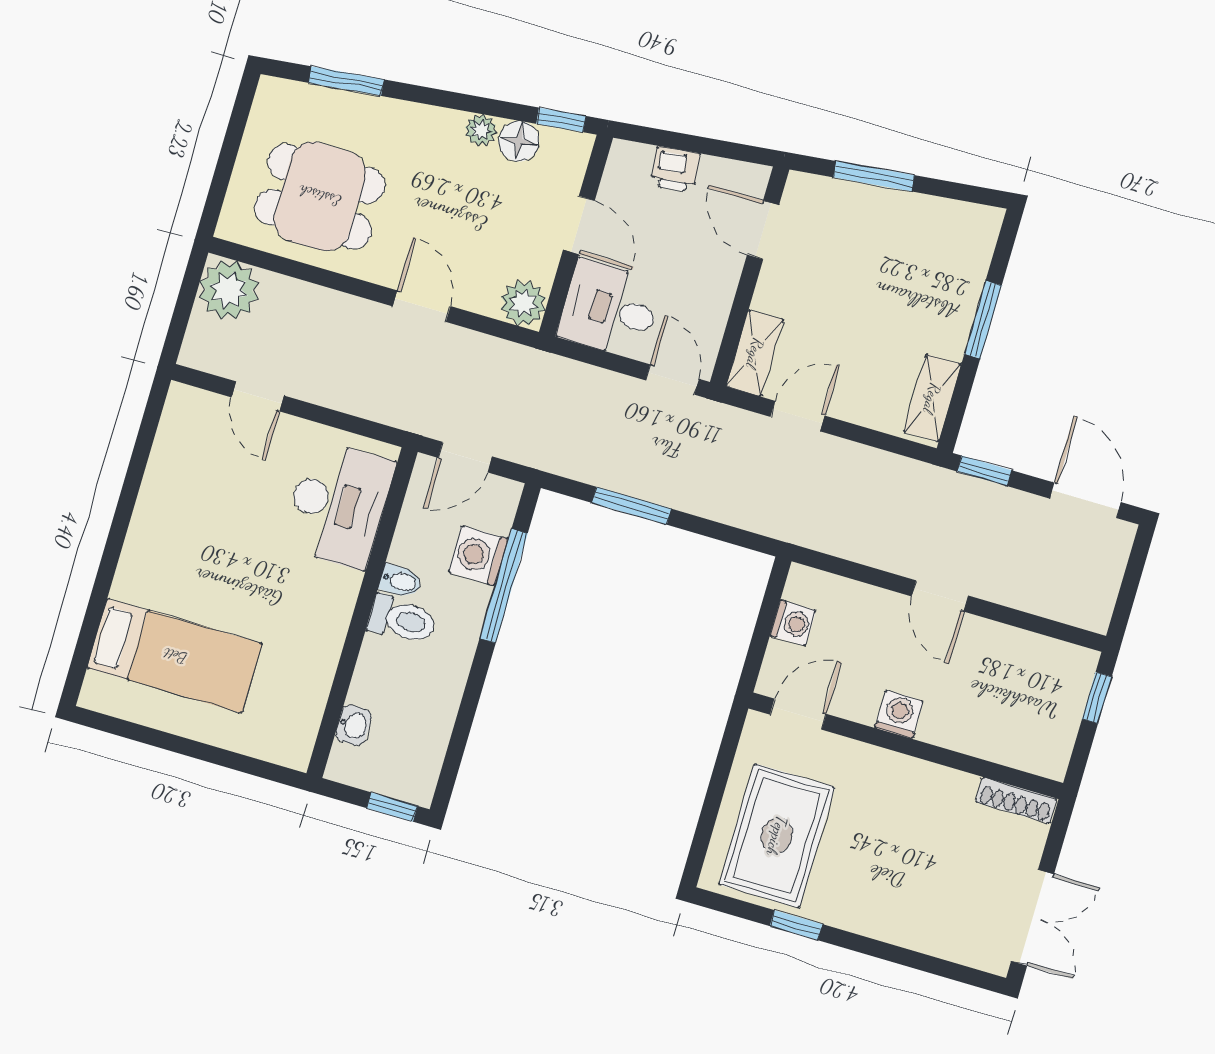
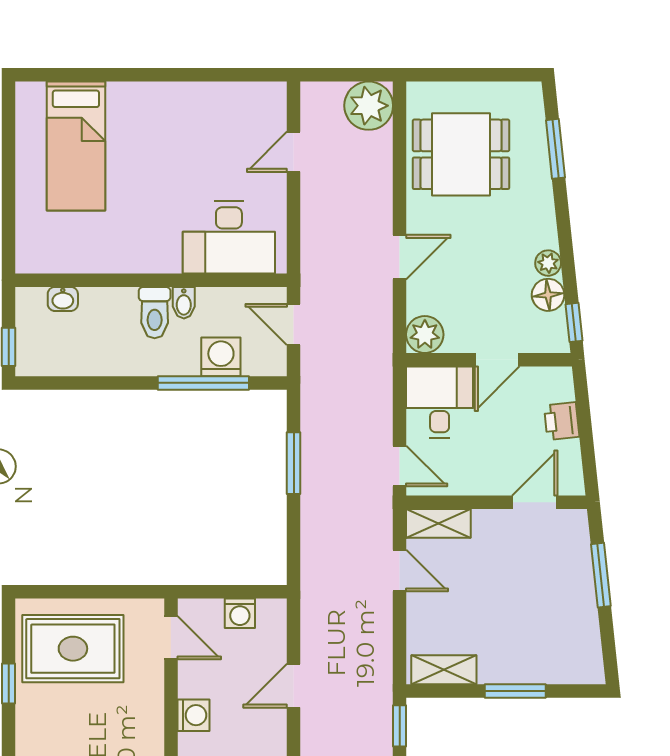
dining table: (320, 196) -> (461, 154), turned 90
door: (672, 380) -> (400, 466), hinge flipped
door: (940, 596) -> (294, 686), moved

